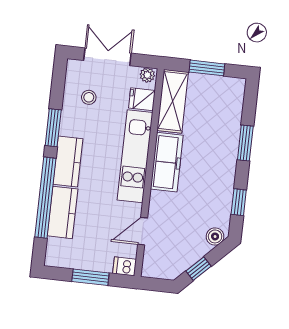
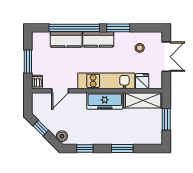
plant: (147, 75) -> (158, 83), removed
door: (143, 231) -> (60, 91), swing flipped

